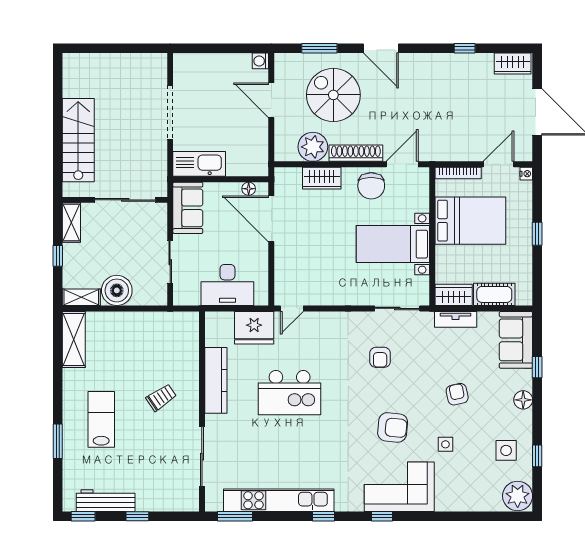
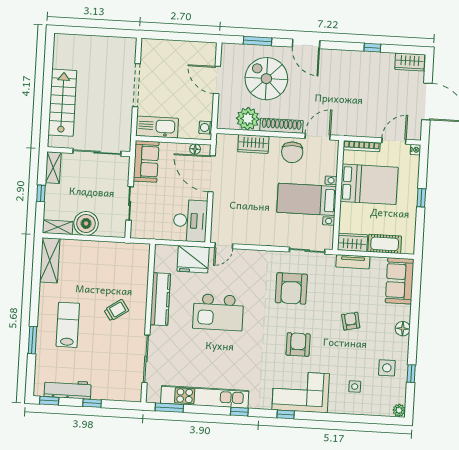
washing machine: (260, 61) -> (206, 128), moved
desk: (227, 285) -> (190, 221), moved, turned -90
armchair: (380, 357) -> (291, 288), width x1.88, depth x1.88
window: (537, 367) -> (415, 303), removed
armchair: (393, 427) -> (298, 344), turned -96
side table: (445, 444) -> (355, 387), moved
plant: (518, 496) -> (399, 410), width x0.53, depth x0.53

